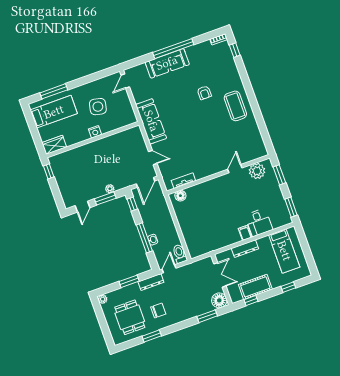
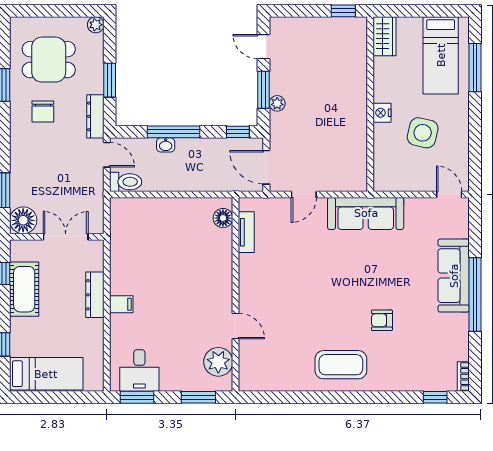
desk: (259, 222) -> (139, 370), moved, turned -90
bed: (284, 251) -> (46, 374), moved, turned 180
double door: (220, 275) -> (66, 237), swing flipped

